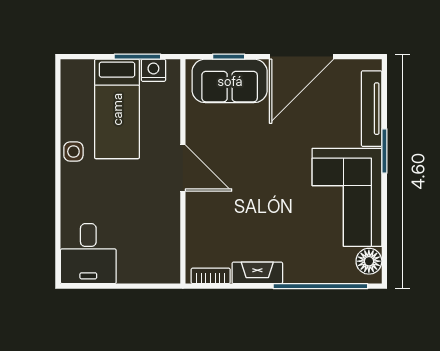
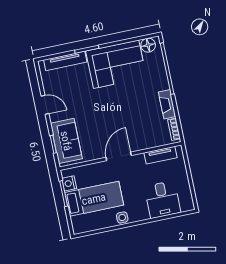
door: (302, 57) -> (45, 105), width x0.53
tv unit: (170, 242) -> (160, 155), added
desk: (88, 254) -> (163, 199), moved, turned 90

